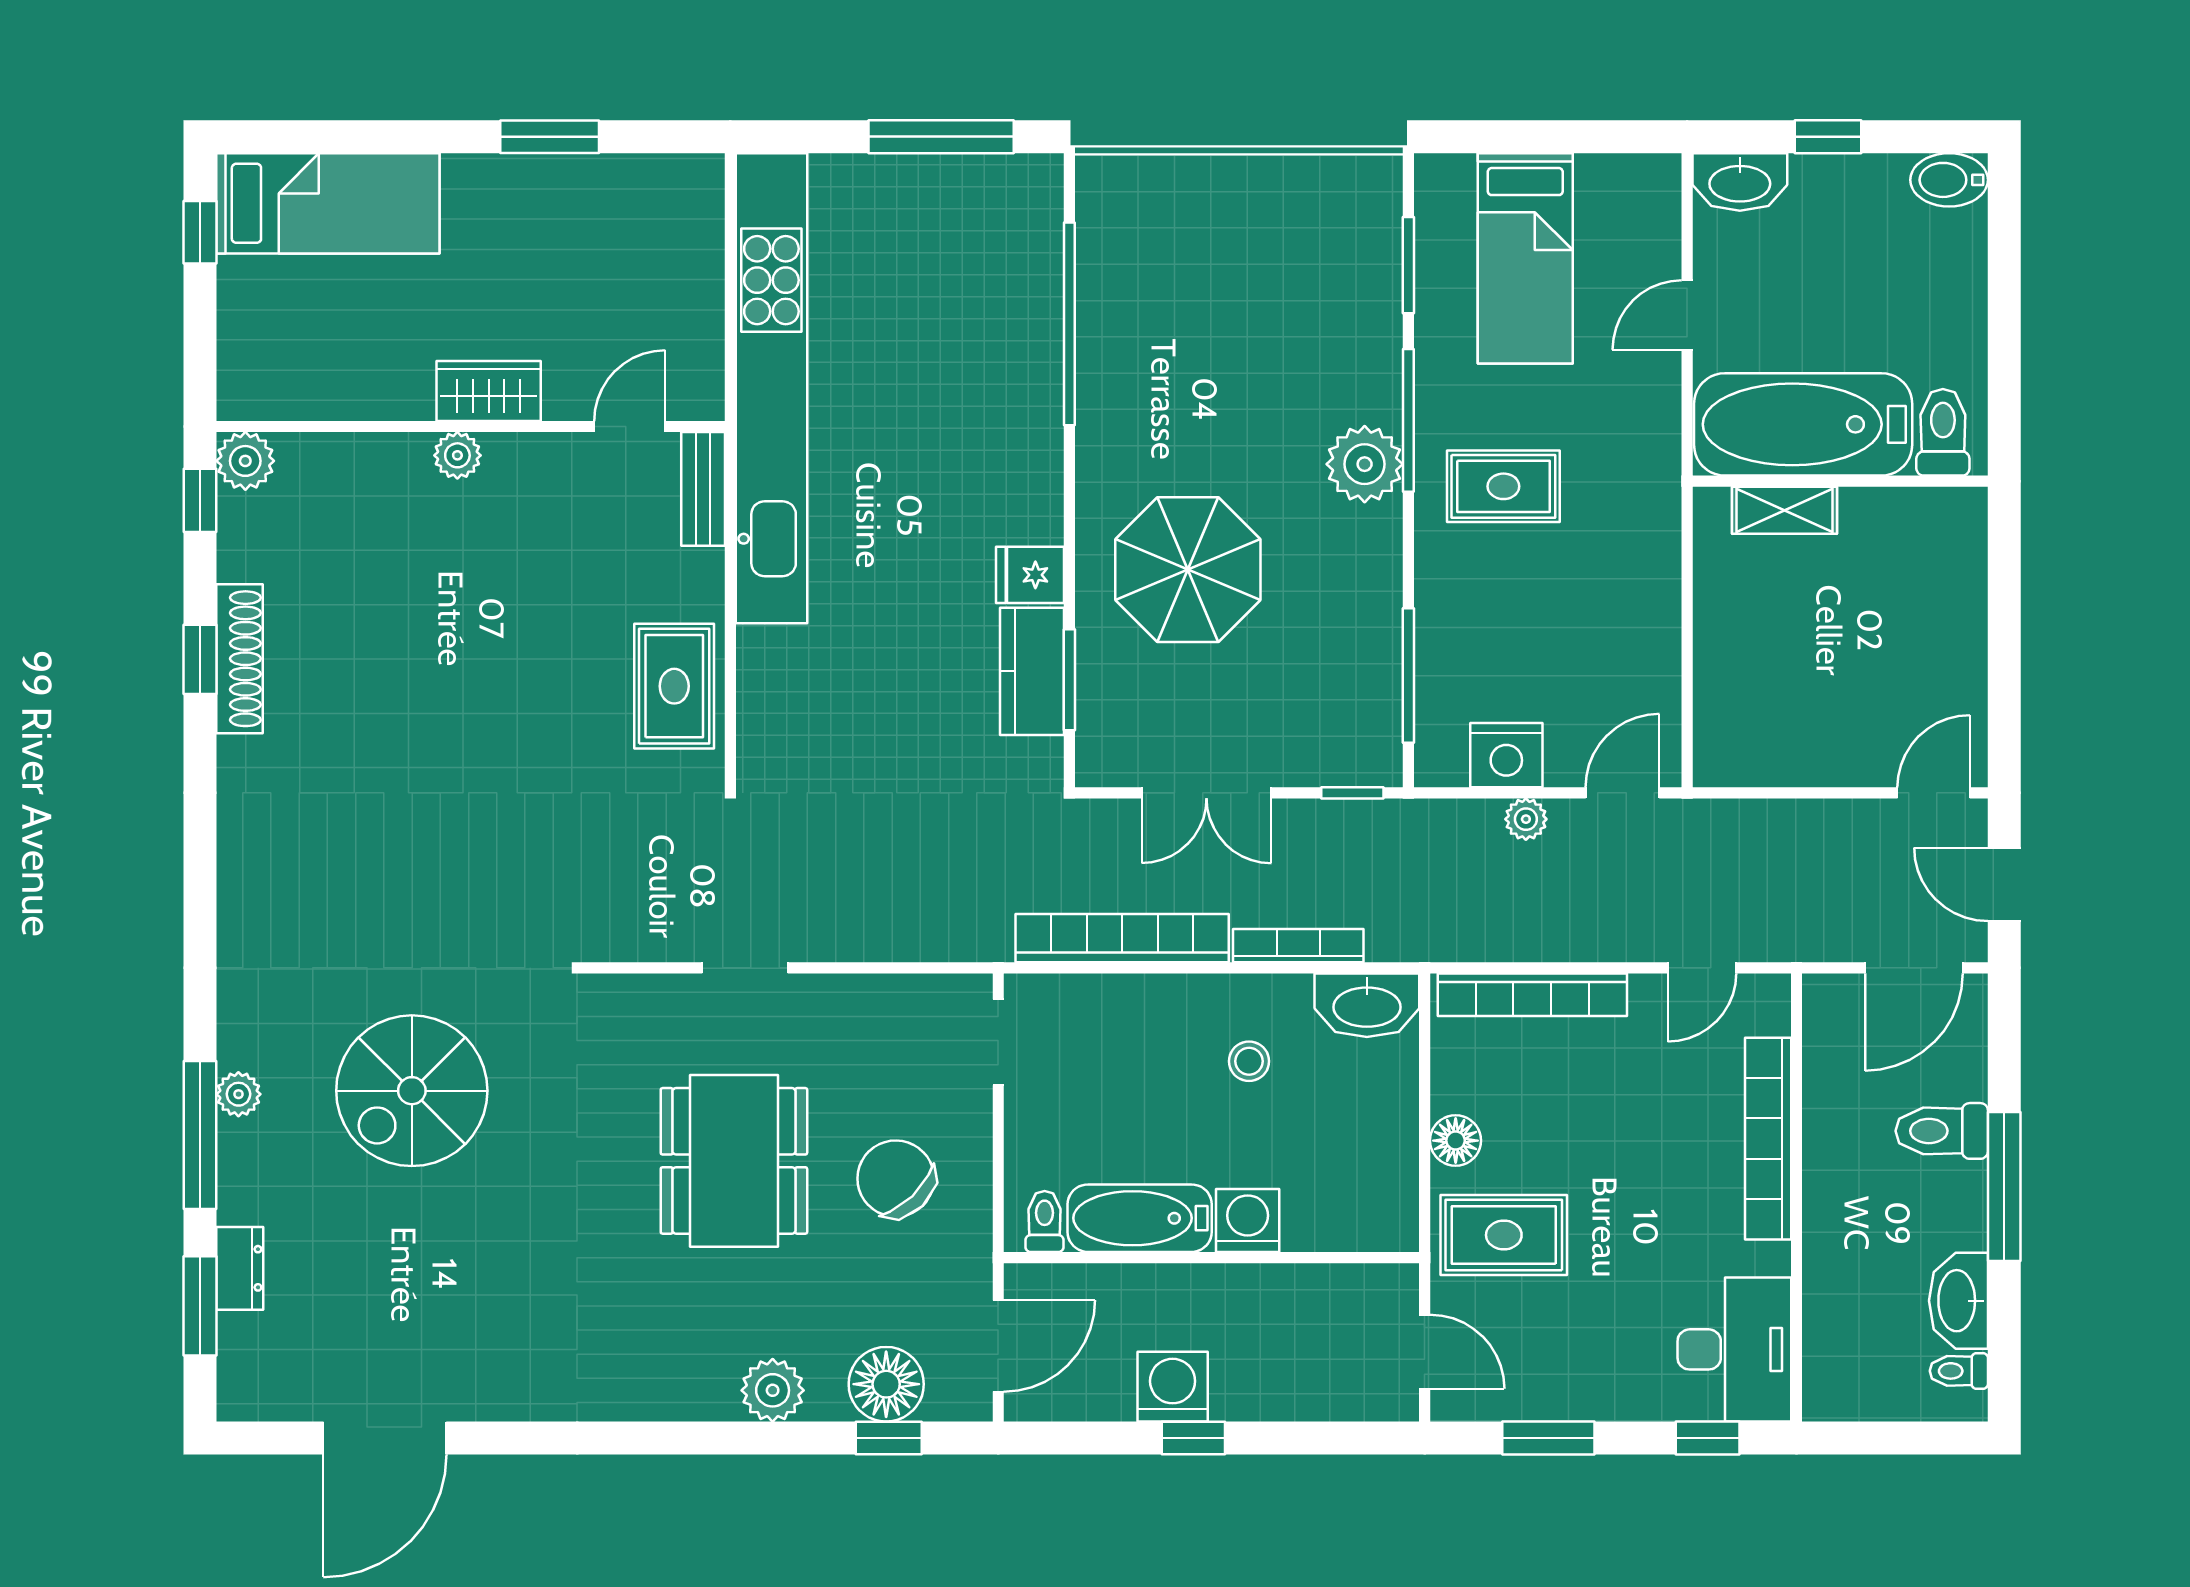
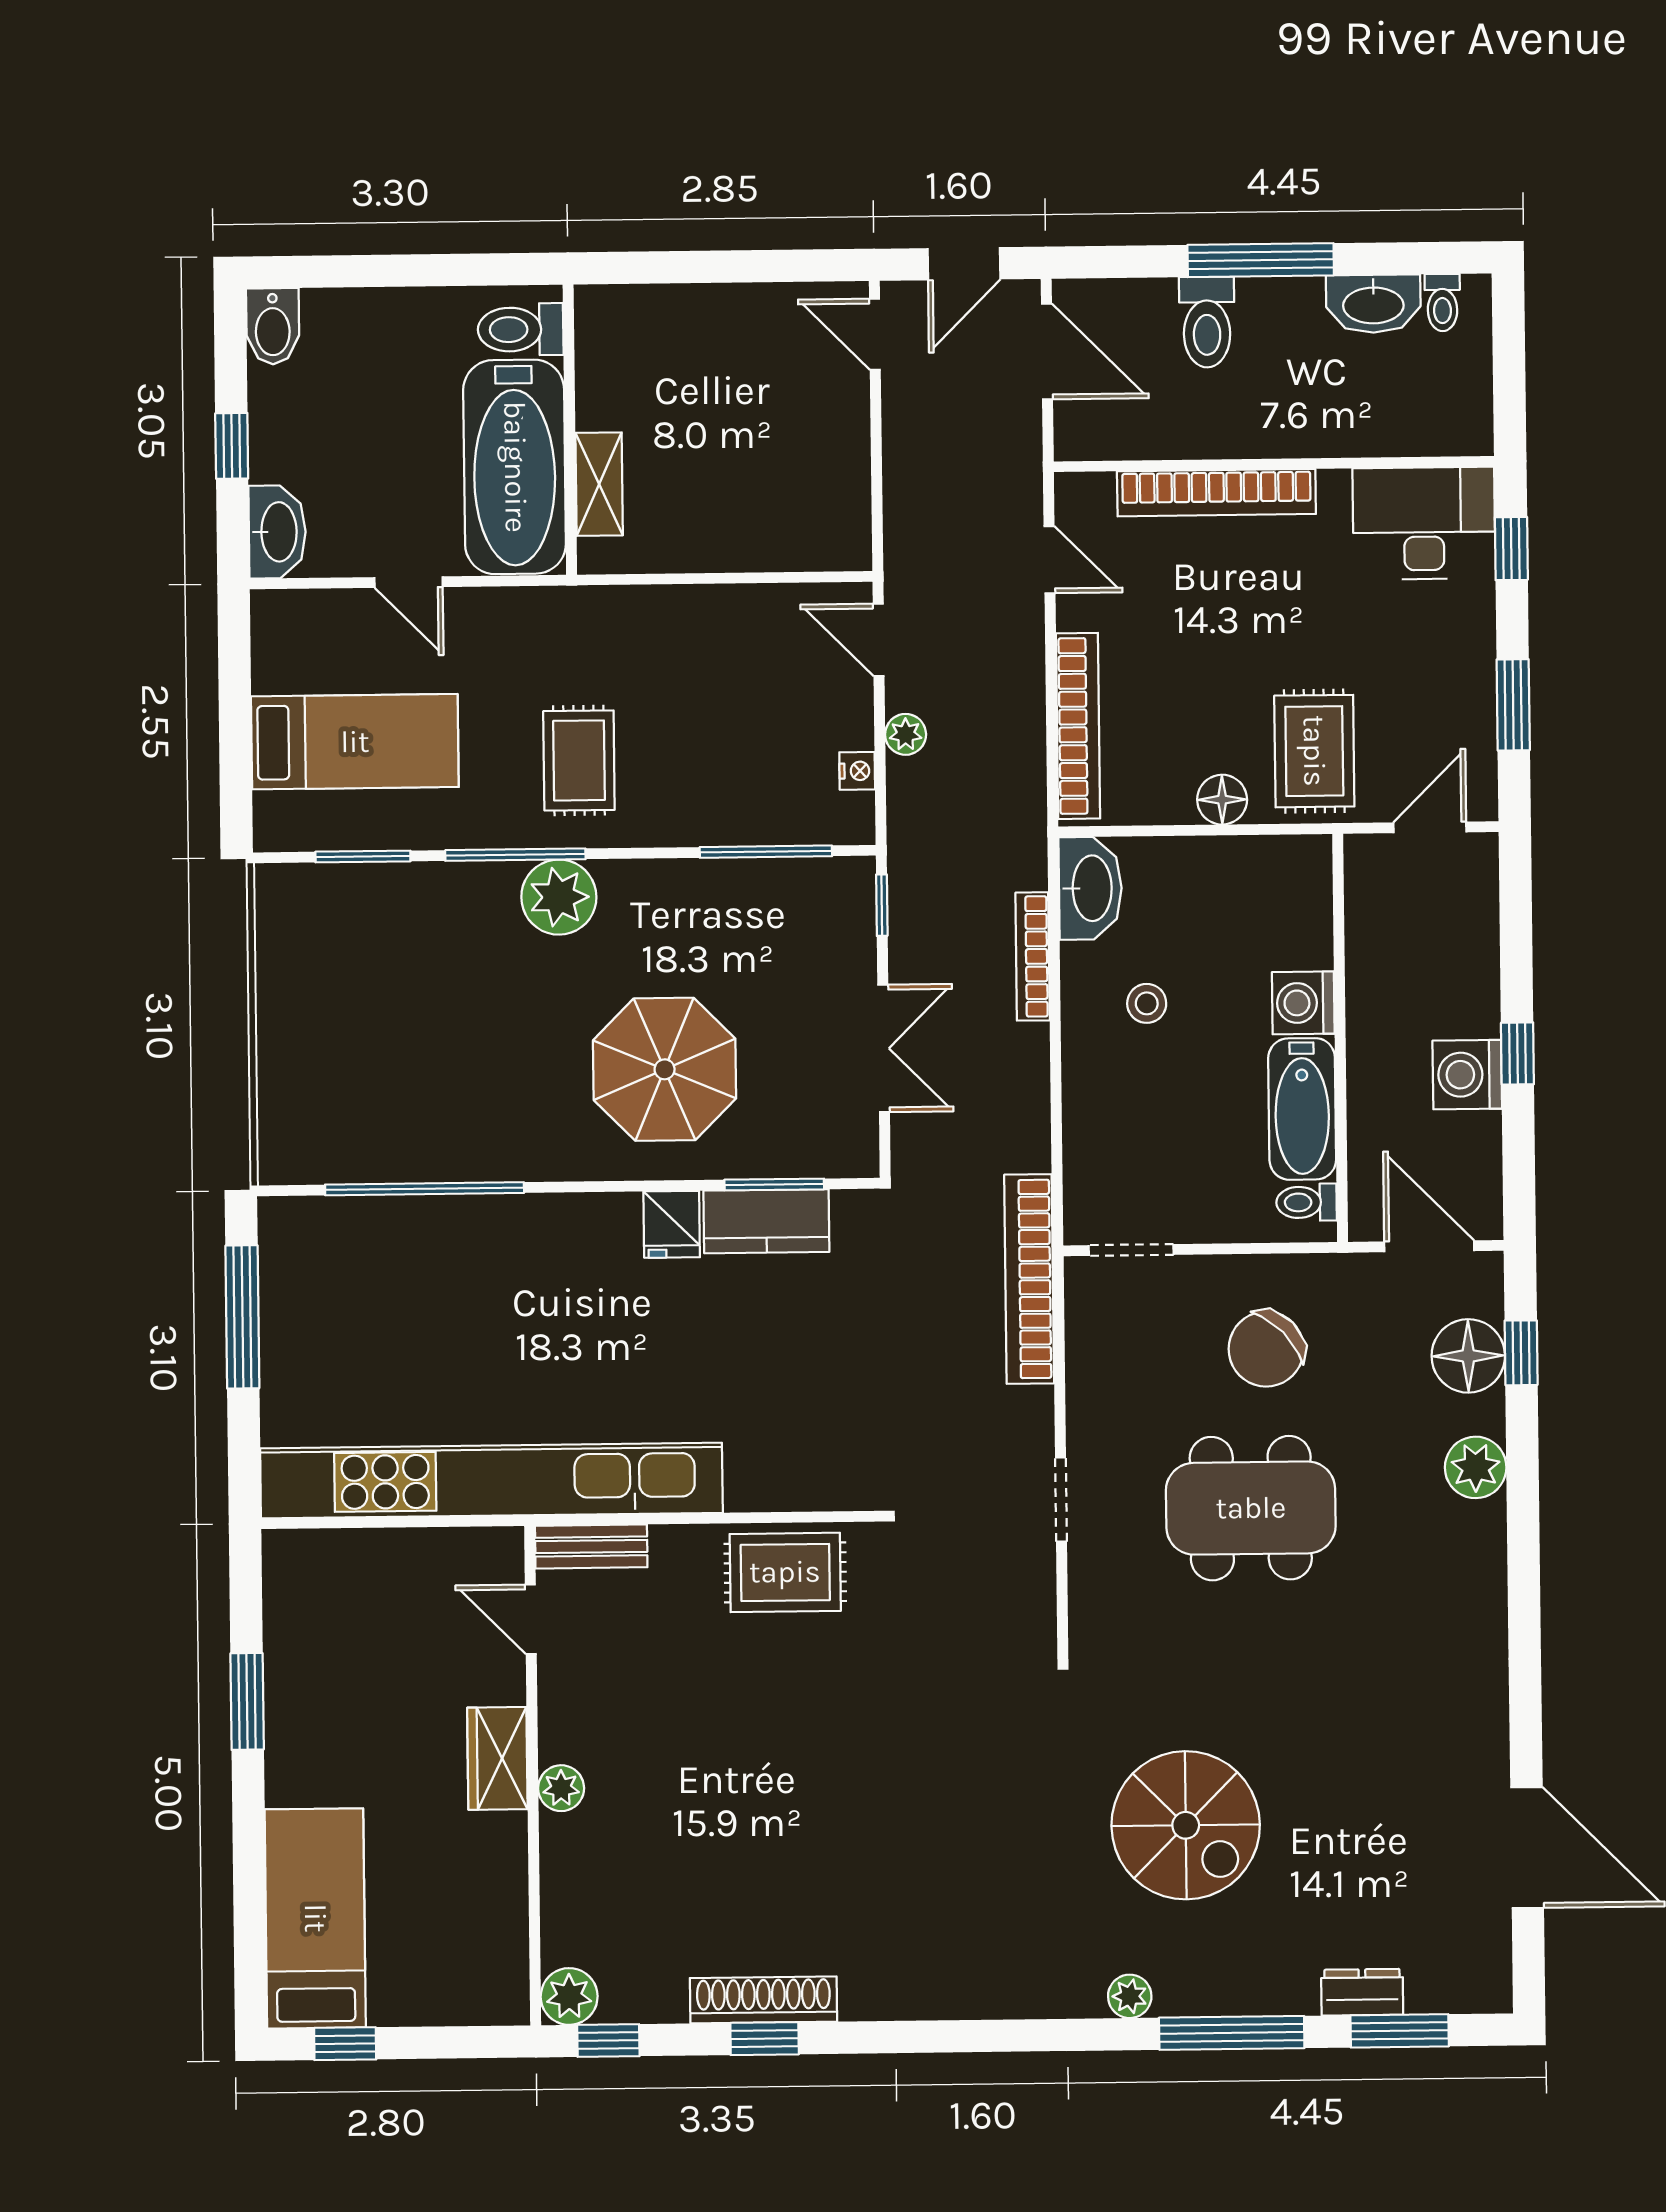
nightstand: (1506, 755) -> (857, 771), width x0.53, depth x0.56
bookcase: (1122, 938) -> (1029, 1279), moved
plant: (238, 1094) -> (1130, 1996), moved

